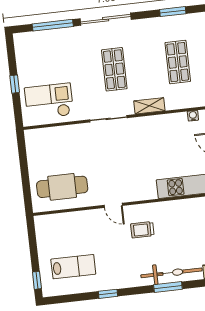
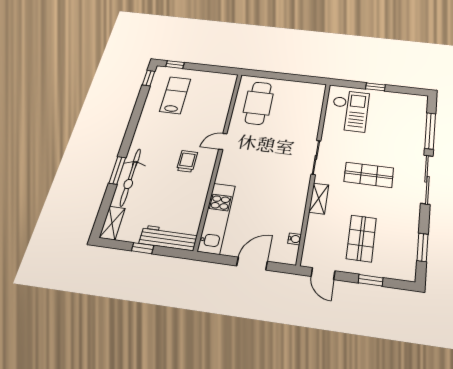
shop shelf: (178, 62) -> (361, 238), turned 90
lab bench: (73, 267) -> (175, 95), turned 180
window: (108, 294) -> (149, 78), moved

